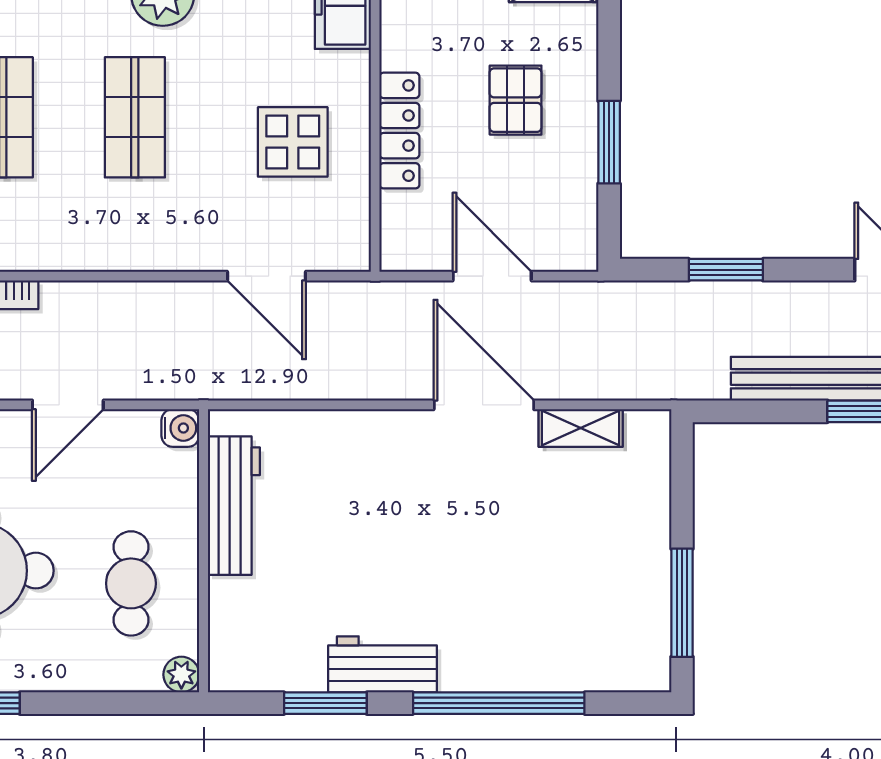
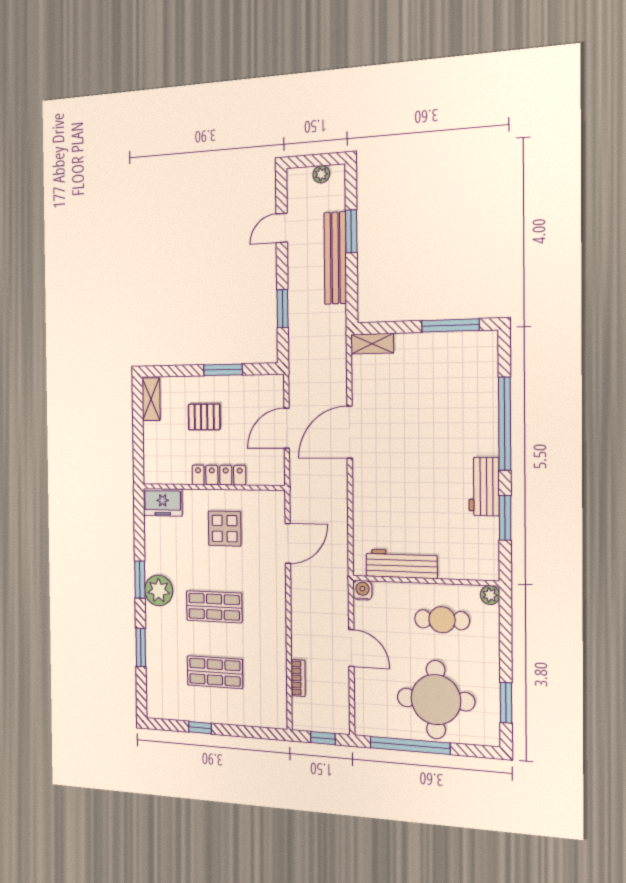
shelving: (581, 428) -> (372, 344), moved, turned 90

